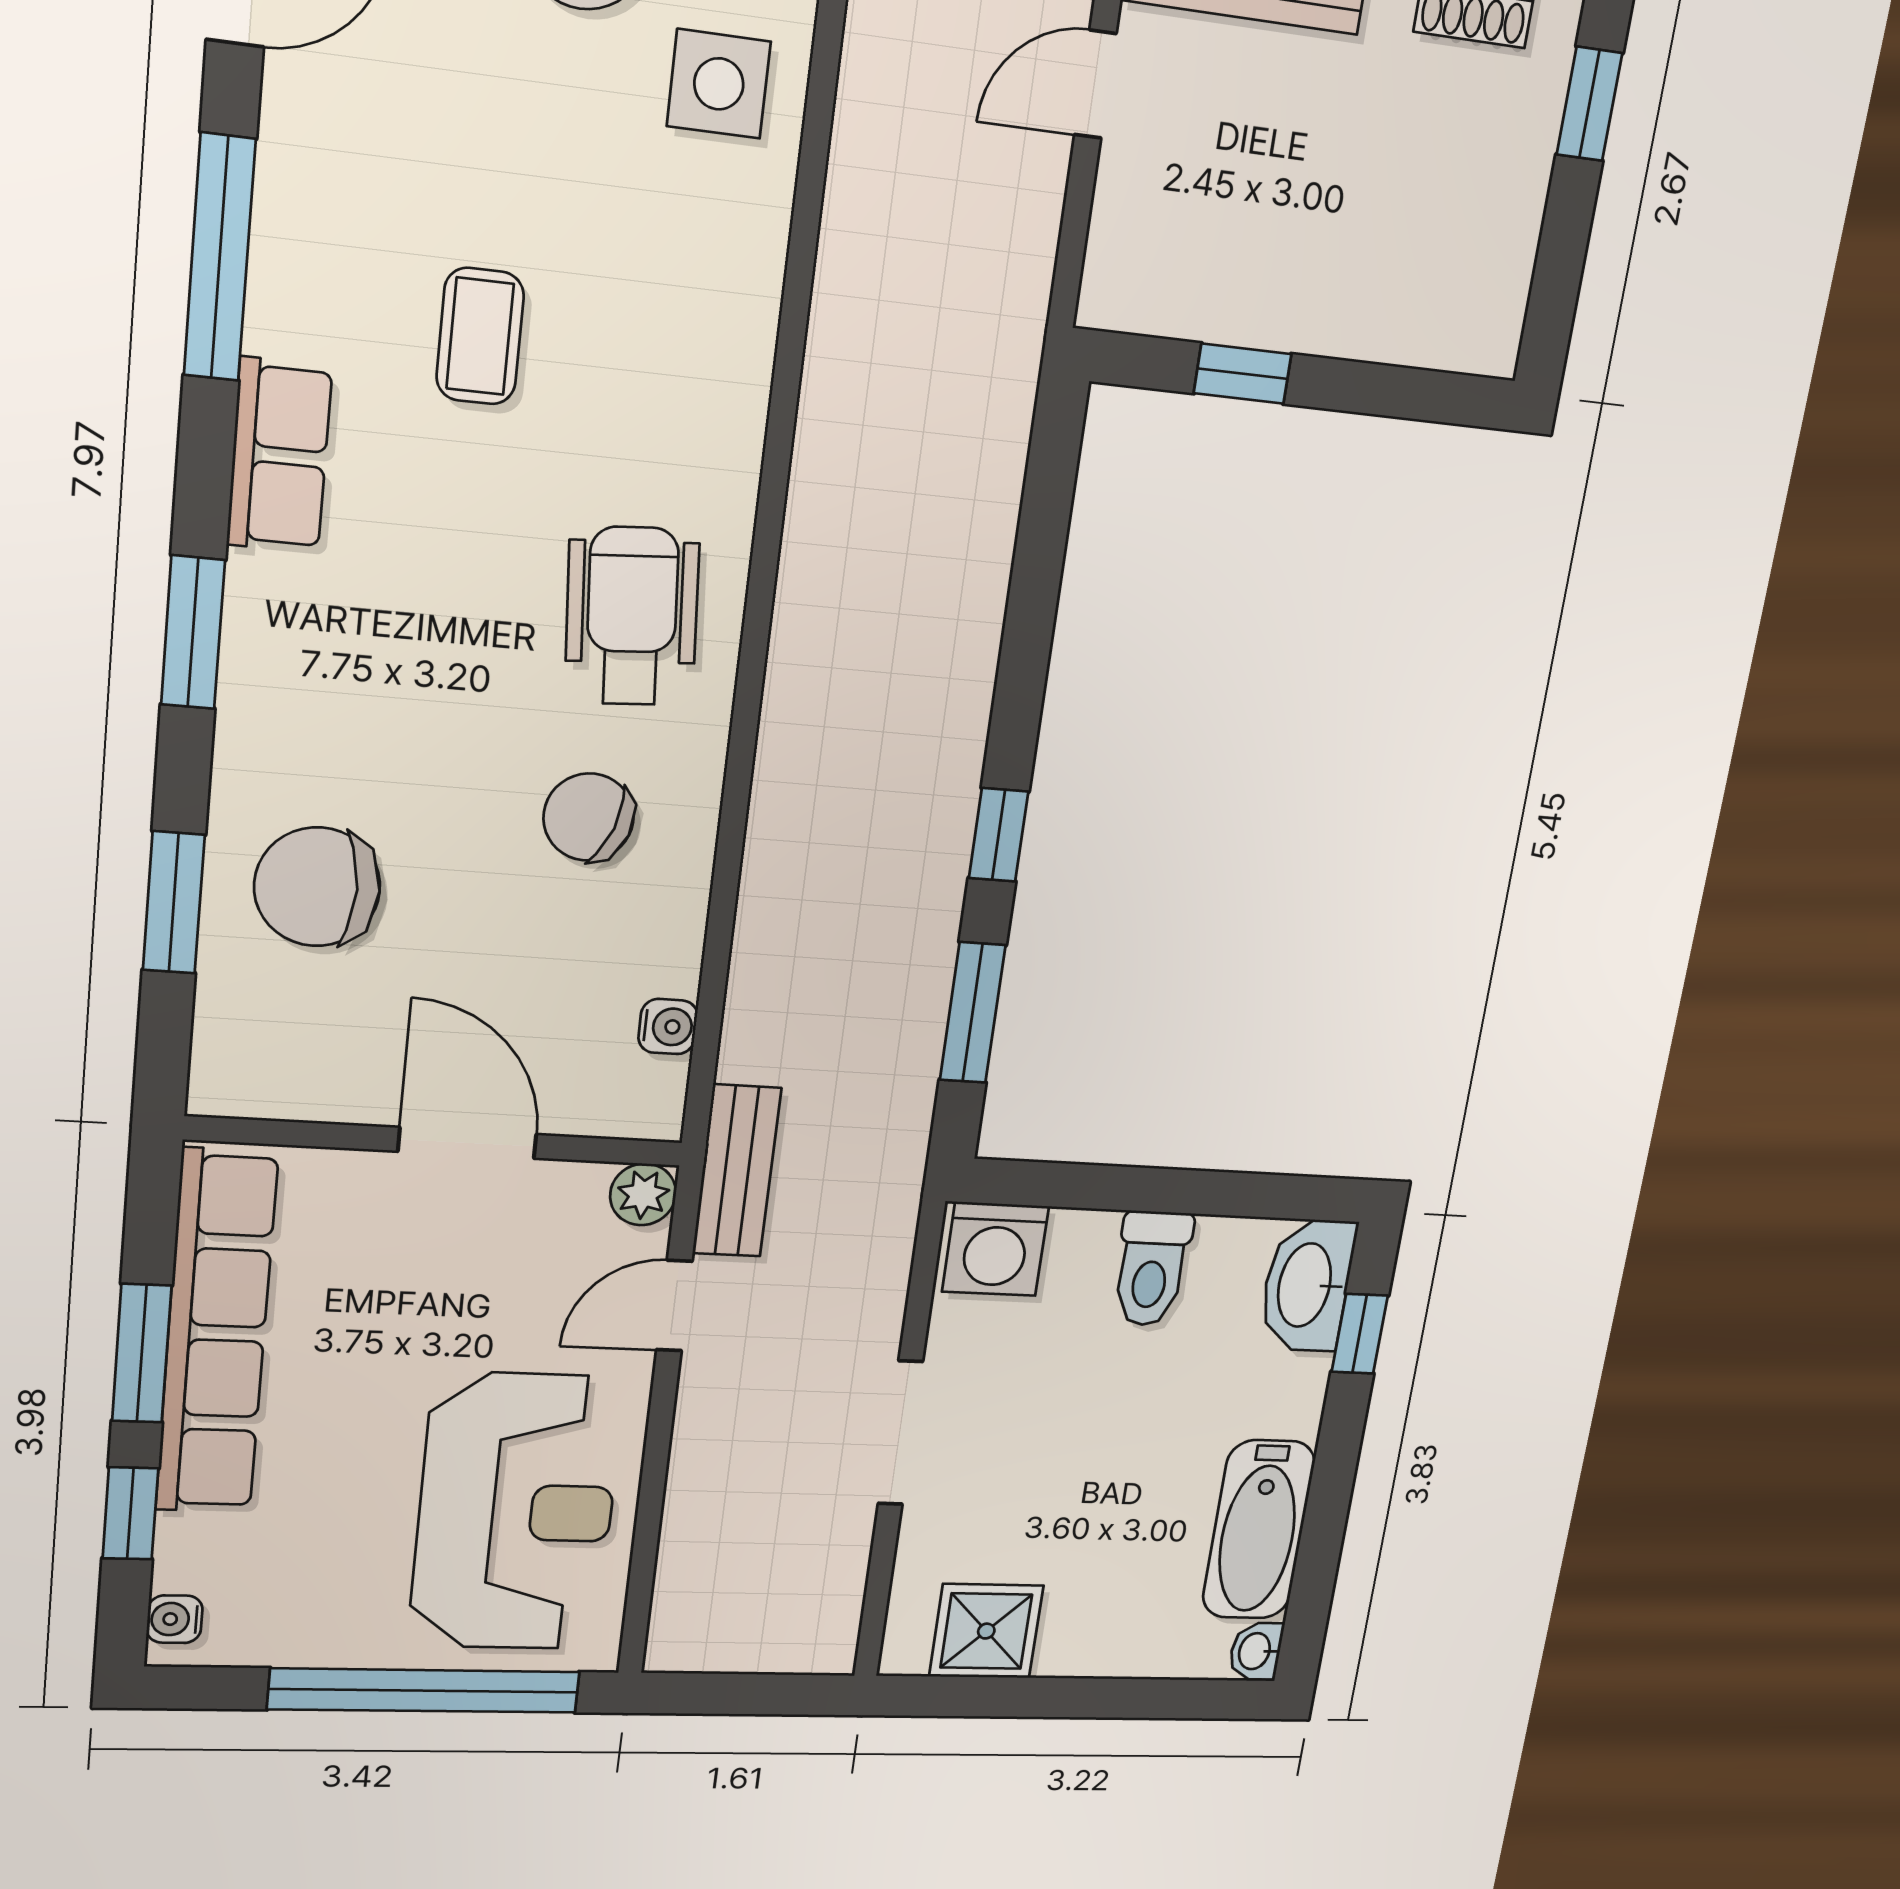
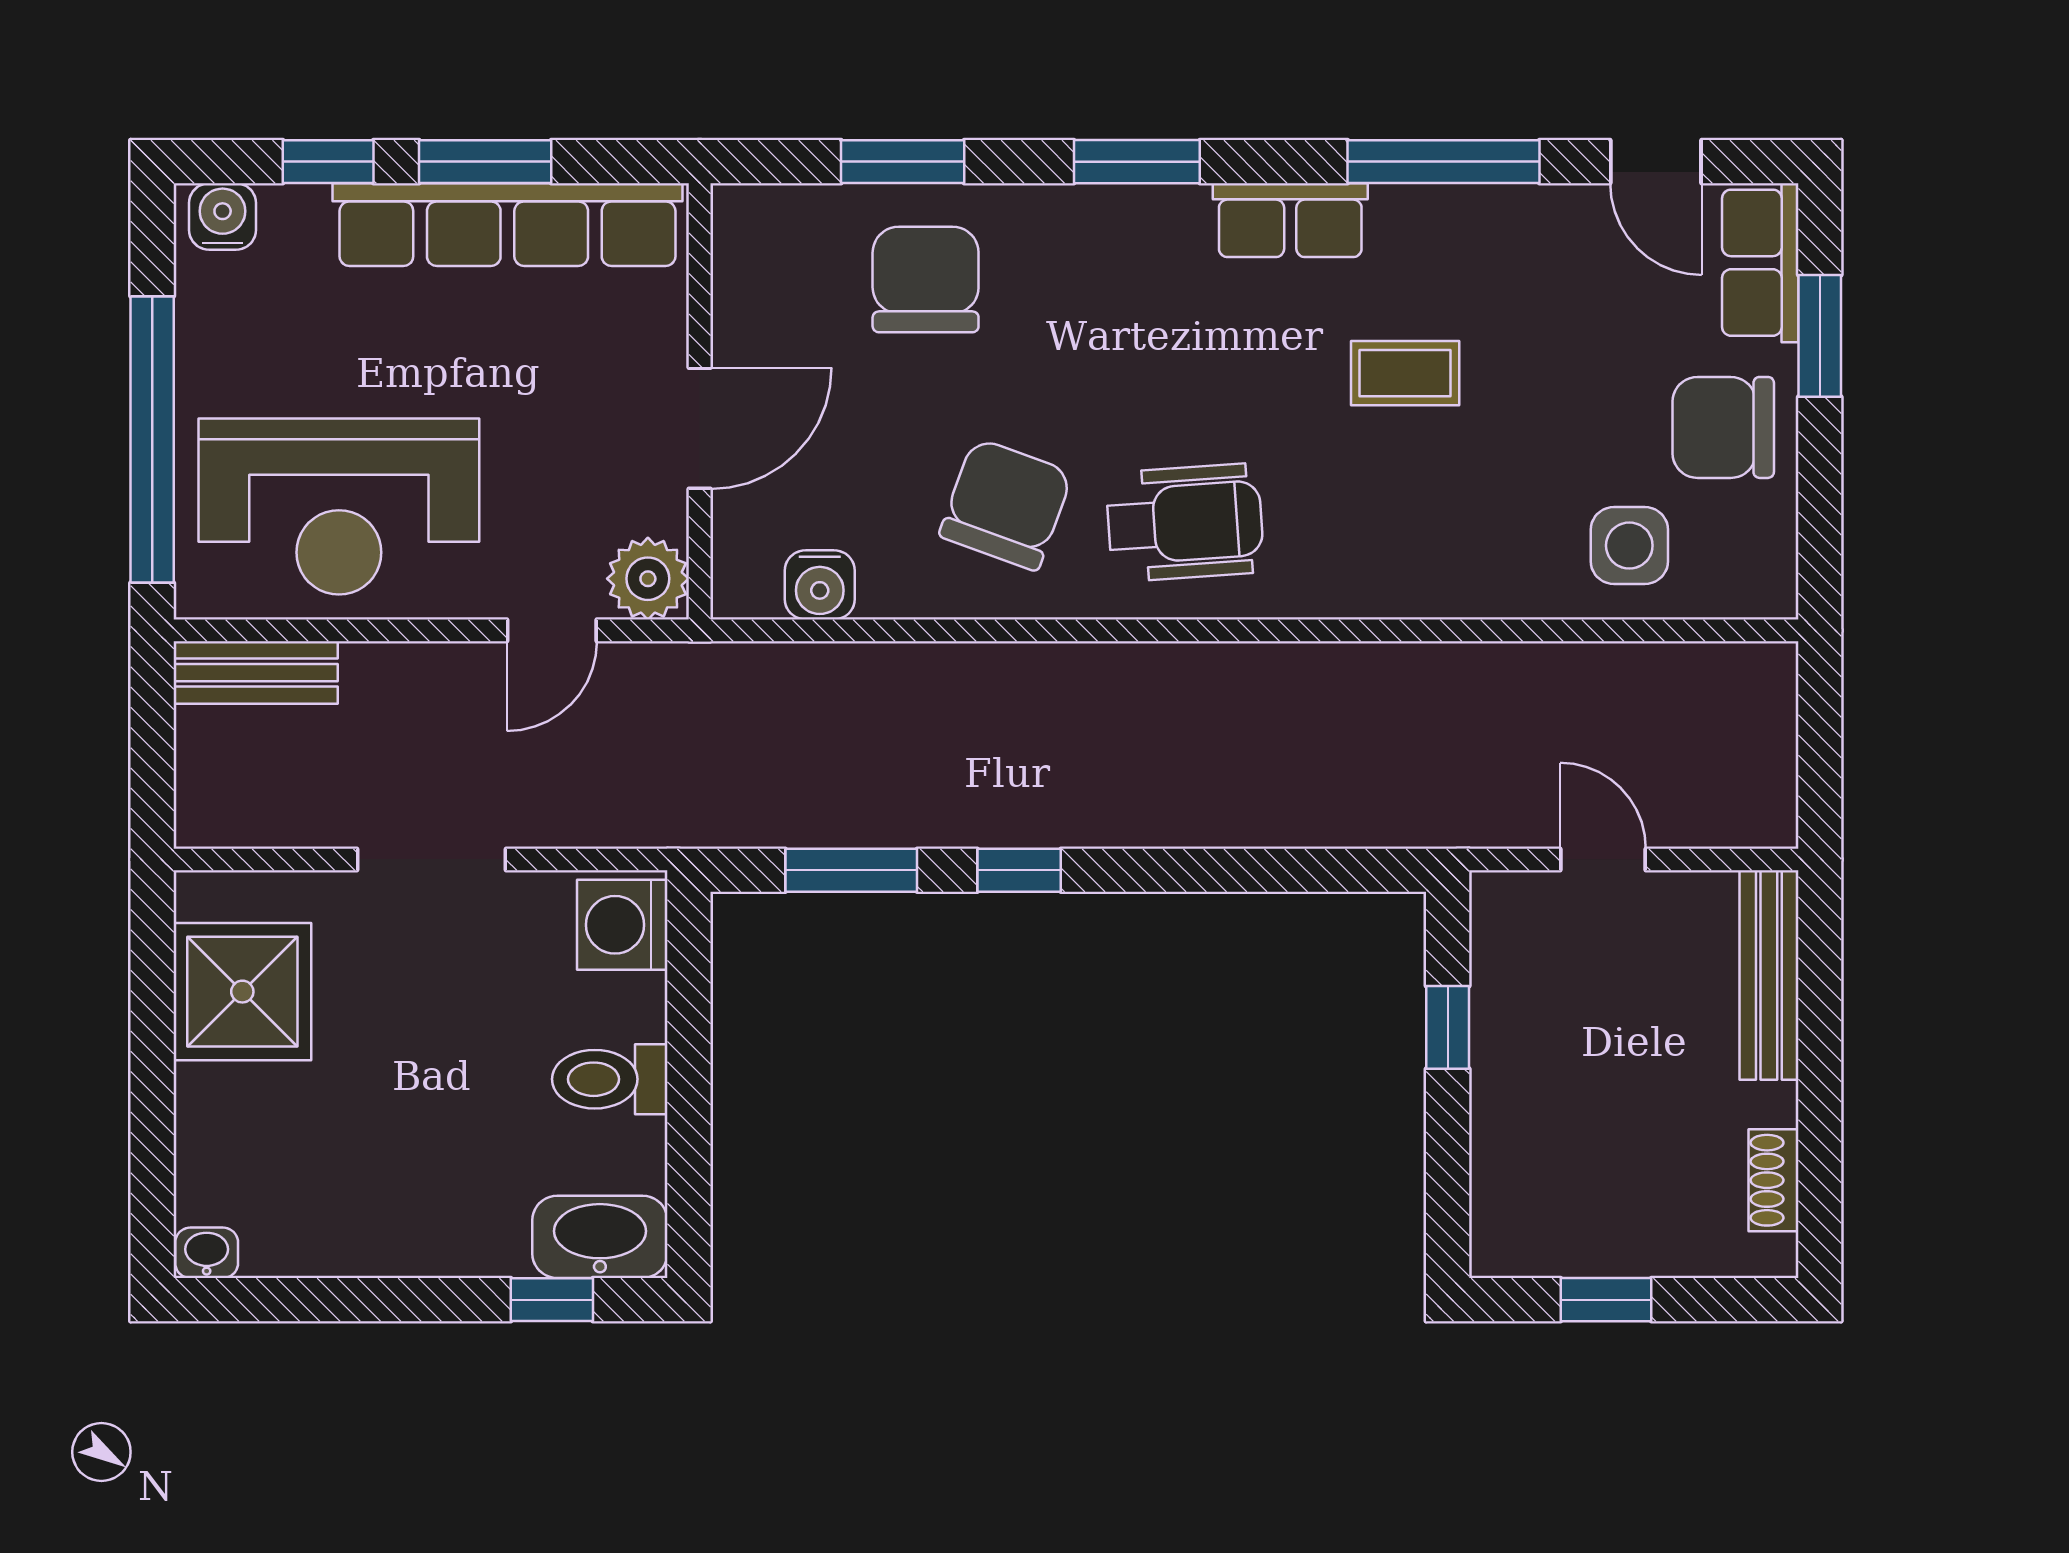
door: (1095, 84) -> (1603, 859), moved
window: (1589, 104) -> (1606, 1300), moved
chair: (589, 817) -> (1006, 504), width x1.37, depth x1.37
water cooler: (668, 1027) -> (820, 585), width x1.38, depth x1.38
bench: (737, 1171) -> (256, 673), moved
plant: (643, 1194) -> (648, 579), width x1.38, depth x1.38
door: (674, 1306) -> (552, 630), swing flipped
bathtub: (1259, 1530) -> (340, 1233), removed
water cooler: (175, 1619) -> (223, 217), width x1.38, depth x1.38
shower: (986, 1631) -> (242, 992), width x1.36, depth x1.36

